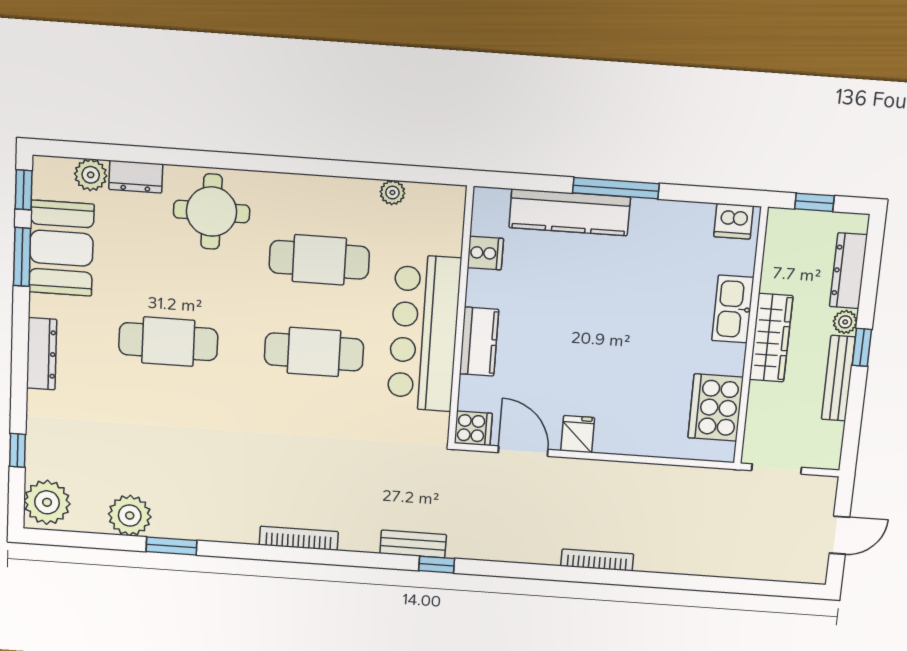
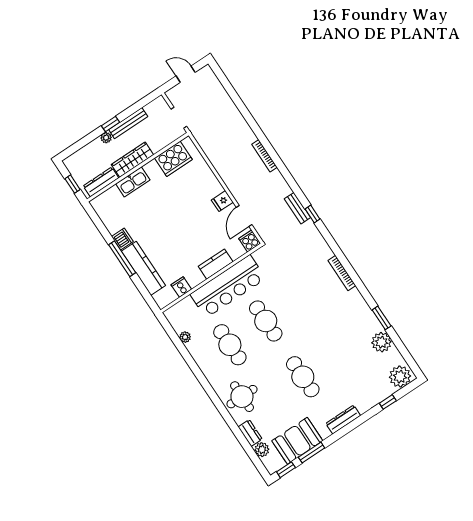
dishwasher: (734, 221) -> (122, 239), moved
dresser: (848, 271) -> (101, 182), moved, turned 180
bench: (413, 544) -> (297, 208), moved

